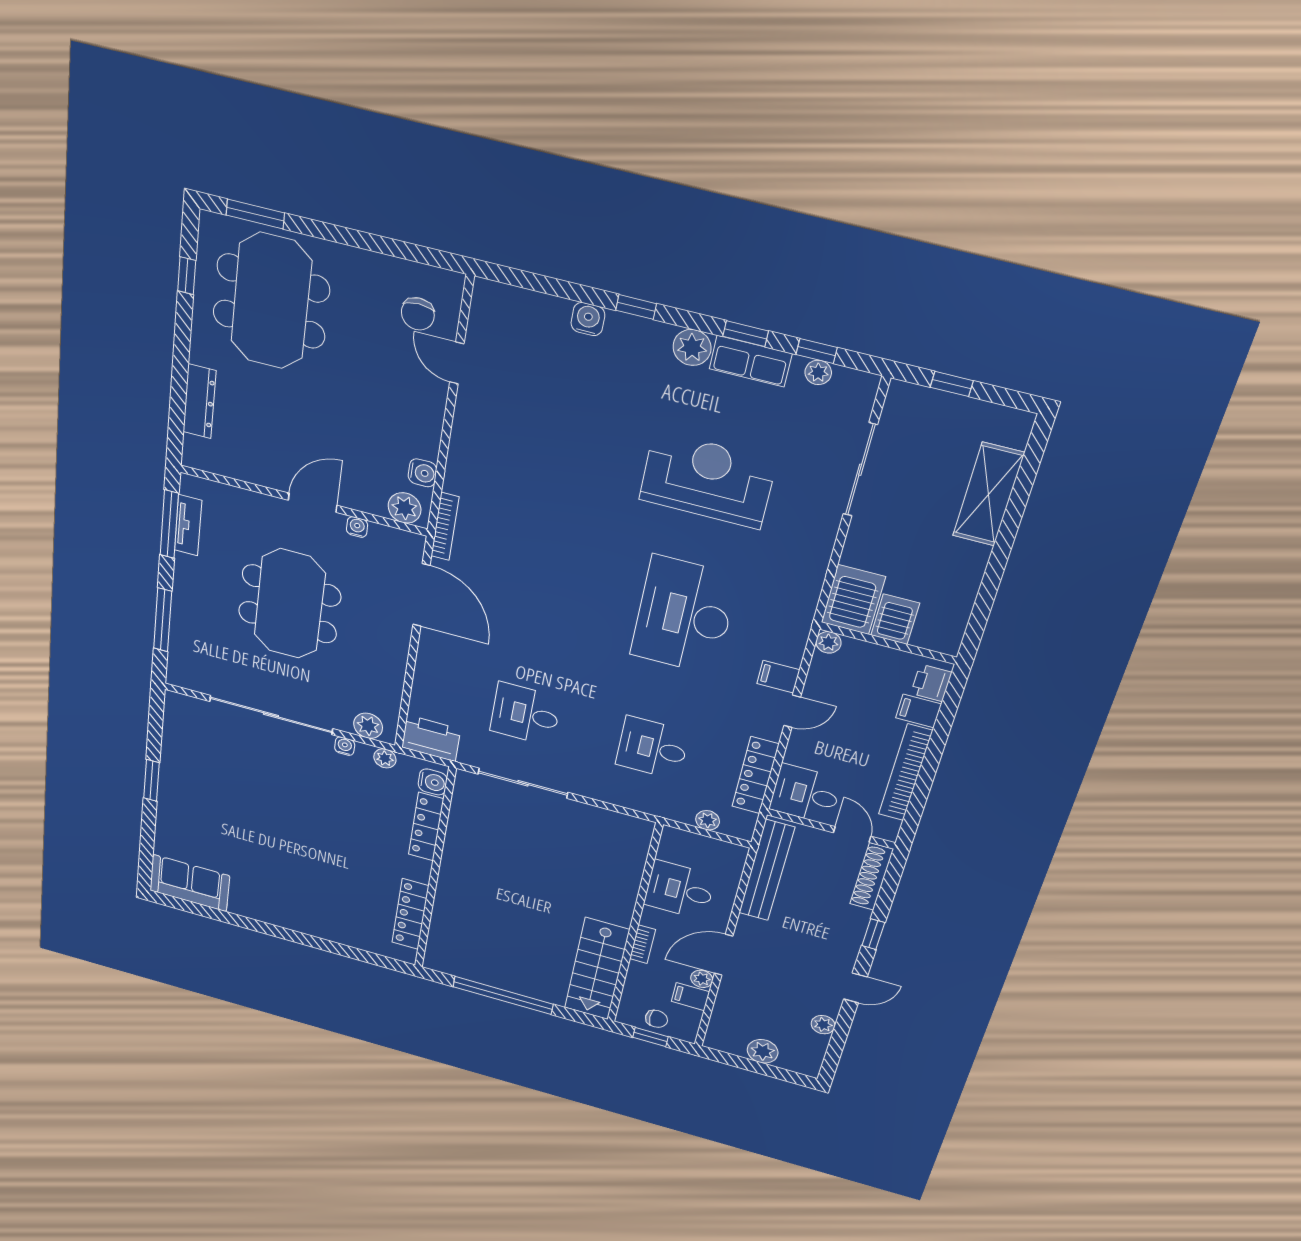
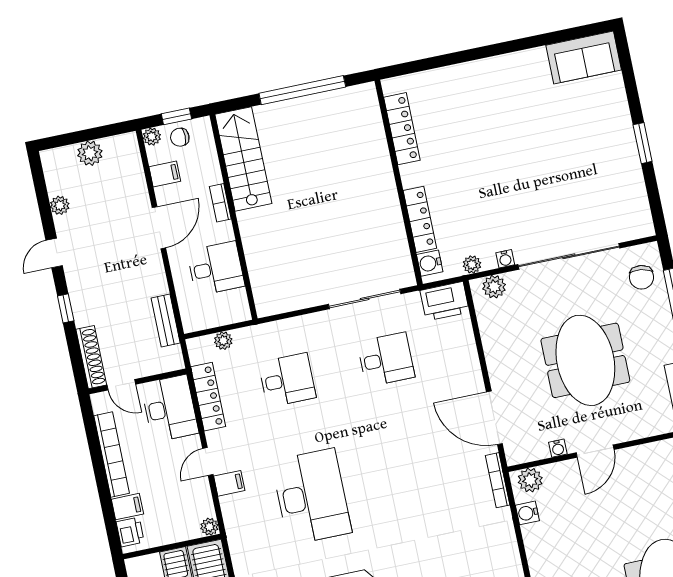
chair: (195, 656) -> (641, 277), added
desk: (805, 794) -> (170, 408), width x1.37
bench: (767, 871) -> (166, 320), width x0.54, depth x0.82
plant: (702, 979) -> (152, 137), moved

